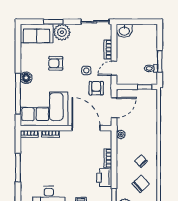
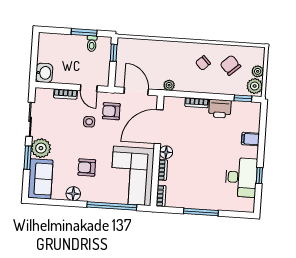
sliding door: (95, 22) -> (30, 119), moved
armchair: (56, 63) -> (87, 167), moved, turned 90
floor lamp: (26, 78) -> (73, 194), moved
floor lamp: (65, 136) -> (166, 152), added

